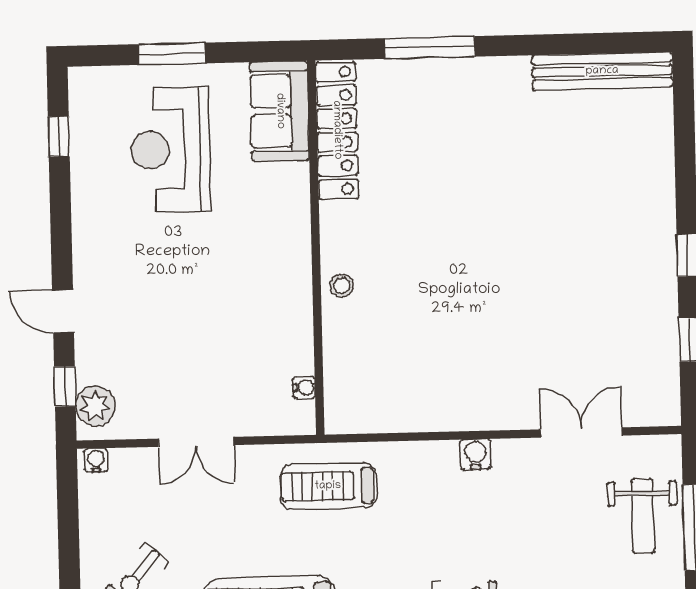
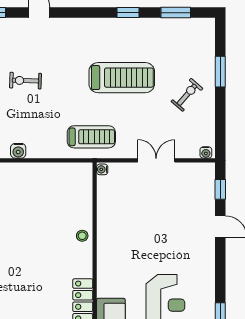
water cooler: (304, 387) -> (102, 169), moved
plant: (95, 406) -> (205, 179), removed

